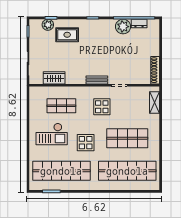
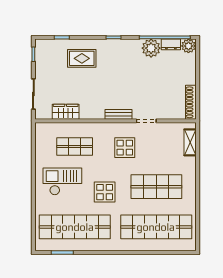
plant: (48, 25) -> (188, 46), moved
checkout: (52, 134) -> (62, 182), turned 180

